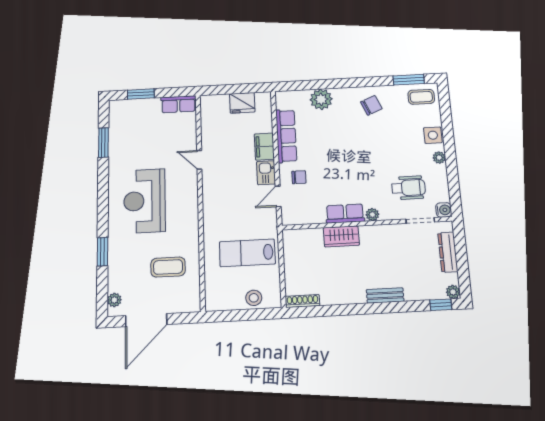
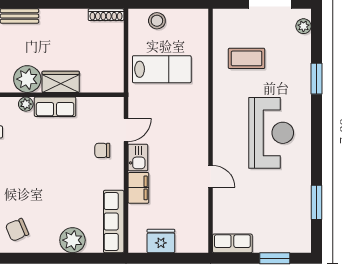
row of seats: (286, 136) -> (114, 222), moved
plant: (373, 237) -> (27, 79), added

